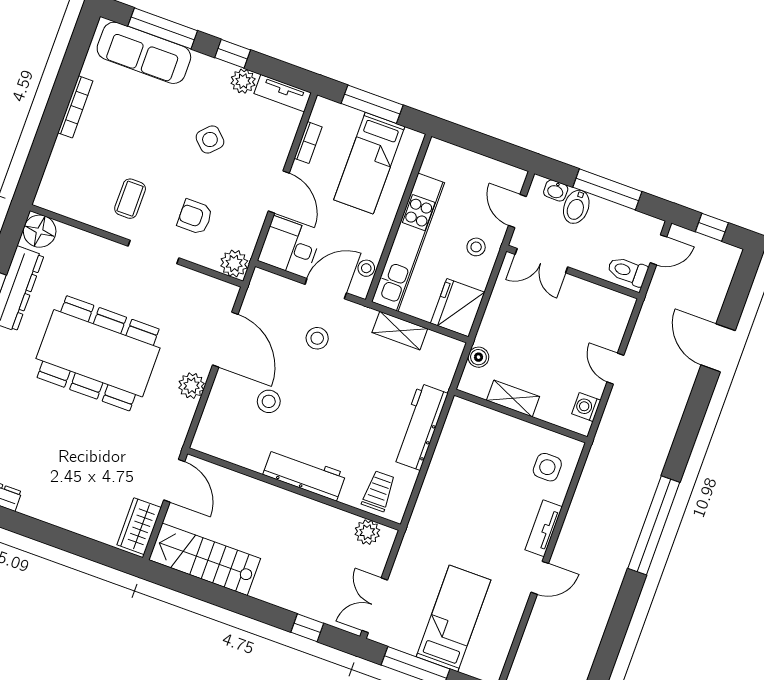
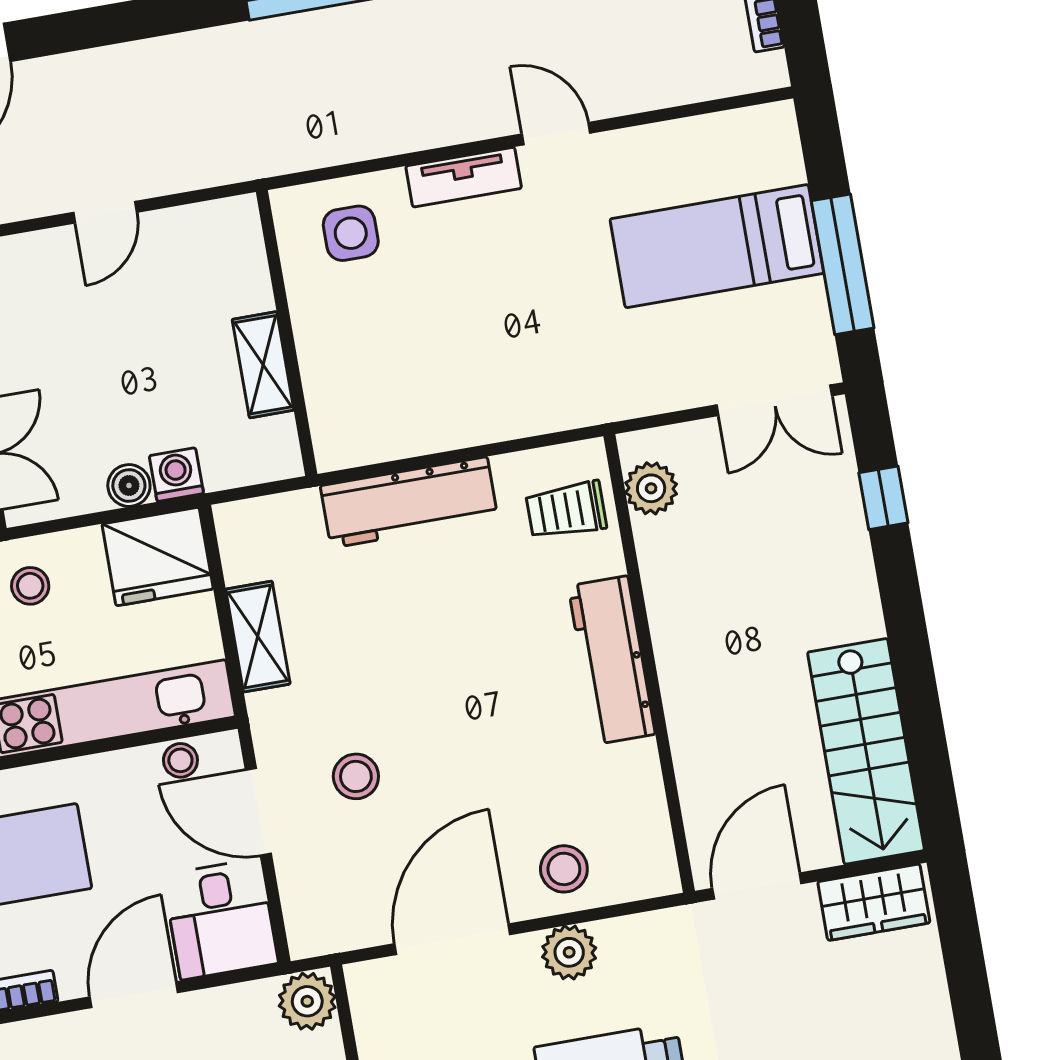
boiler: (478, 357) -> (129, 485), moved
stool: (269, 401) -> (564, 869), moved
washing machine: (586, 407) -> (176, 475), moved, turned 180

